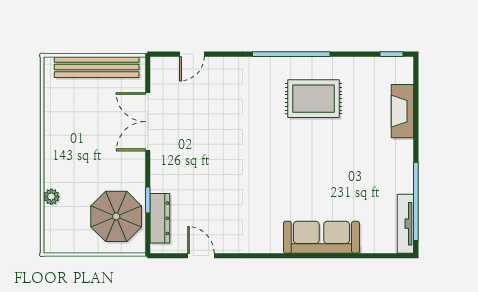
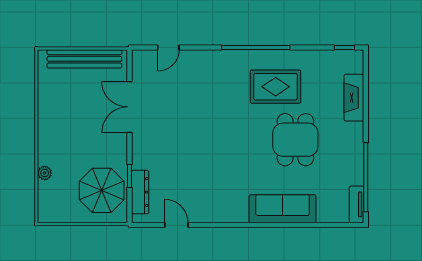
dining table: (336, 159) -> (295, 140), added
tv unit: (405, 224) -> (357, 204), width x0.71

